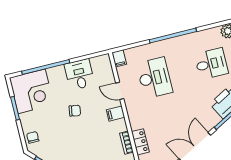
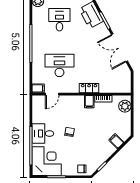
desk: (80, 74) -> (43, 134), moved
door: (120, 91) -> (52, 94), moved
filing cabinet: (116, 114) -> (89, 102), moved
locker: (140, 142) -> (89, 88), moved

